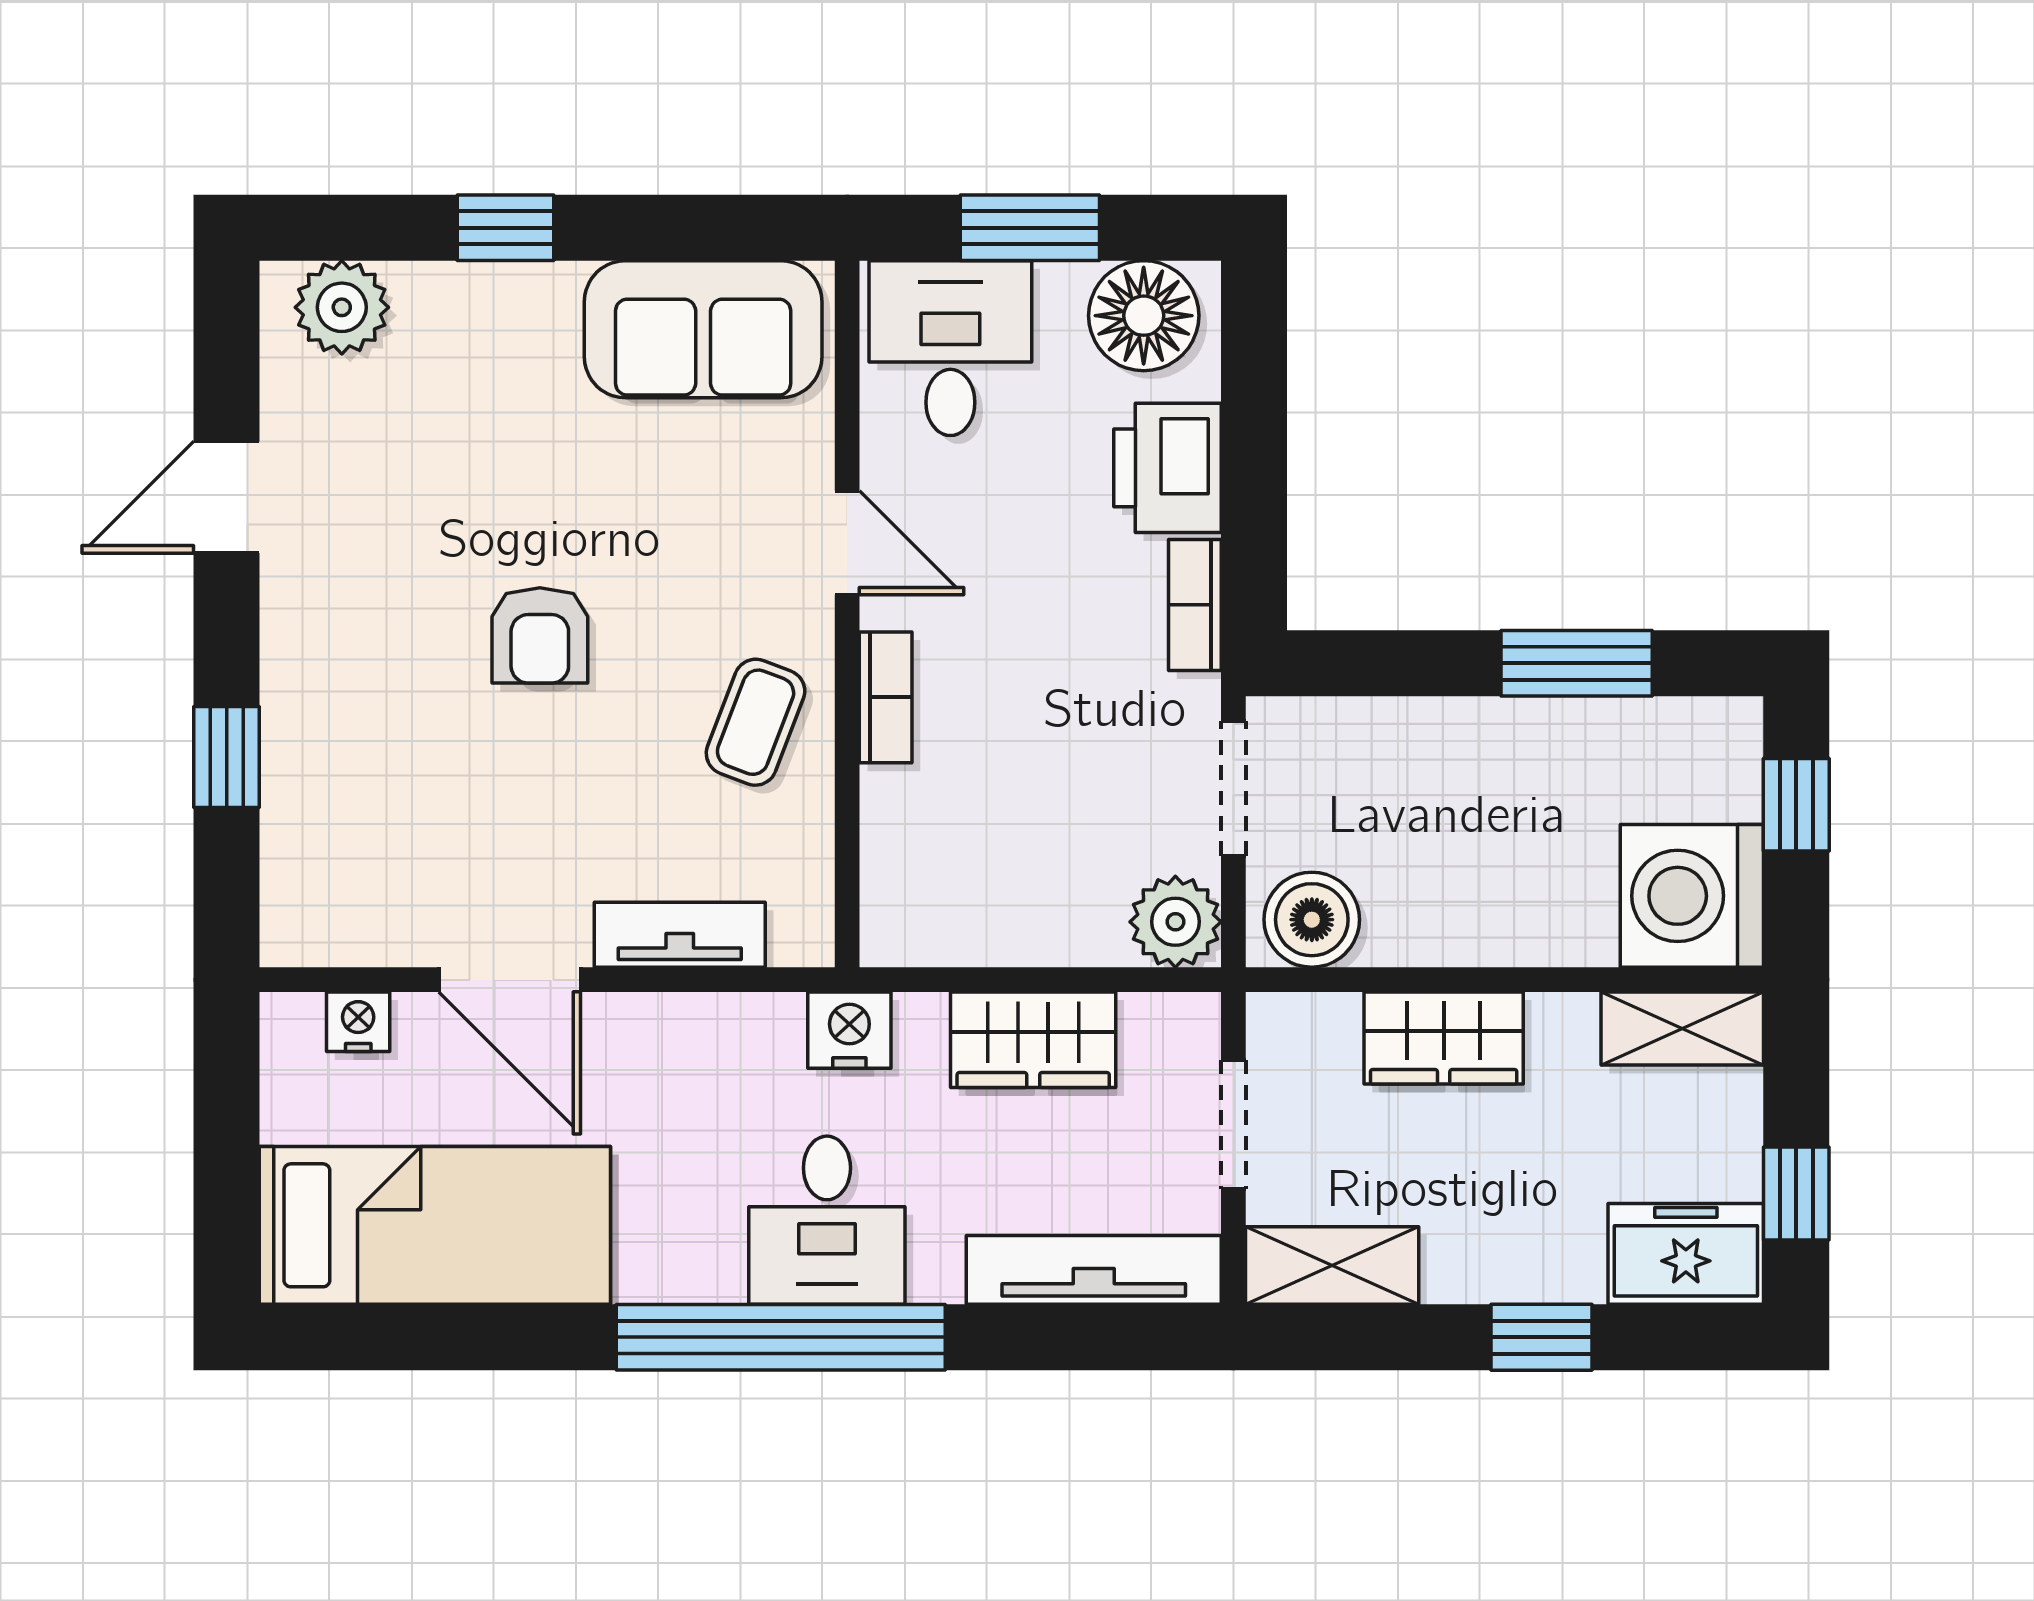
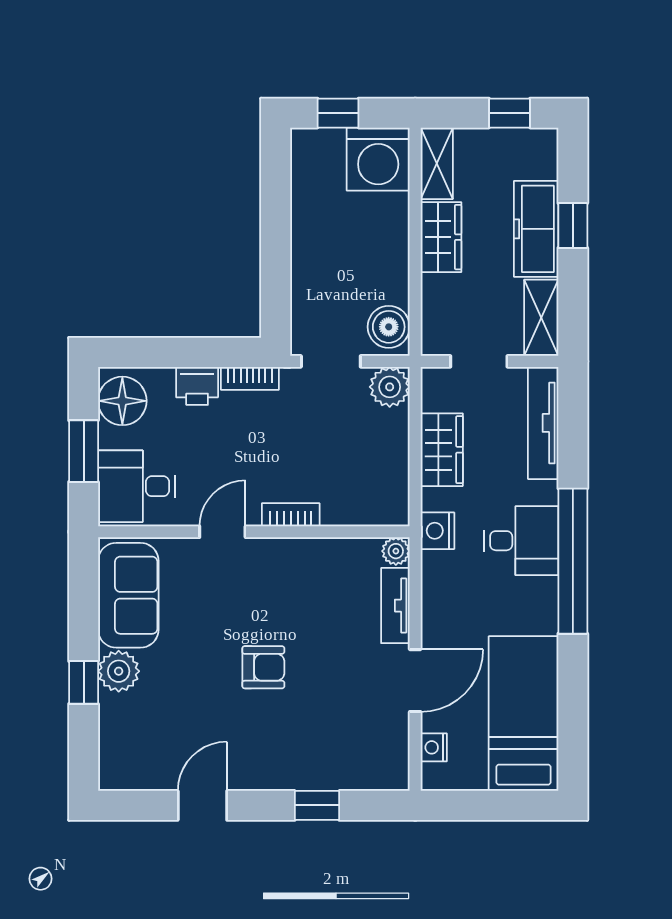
plant: (342, 307) -> (119, 671), moved
printer: (1167, 468) -> (197, 386), width x0.73, depth x0.81
door: (227, 497) -> (202, 805), swing flipped
window: (1577, 663) -> (276, 210), removed
coffee table: (756, 722) -> (302, 572), removed
plant: (803, 936) -> (396, 551), added
wardrobe: (1444, 1038) -> (441, 237), moved
freezer: (1686, 1254) -> (536, 229), moved, width x1.40

